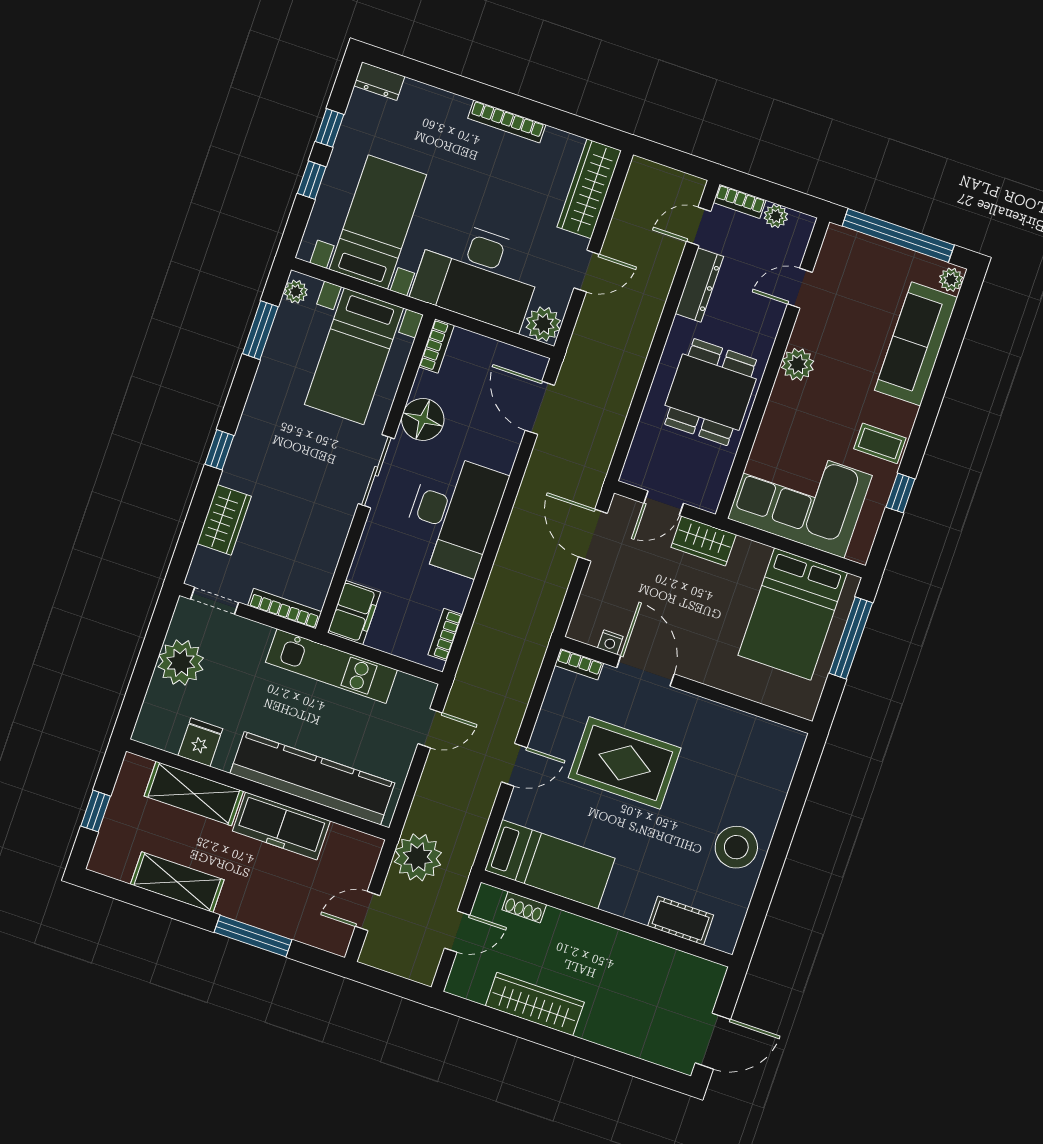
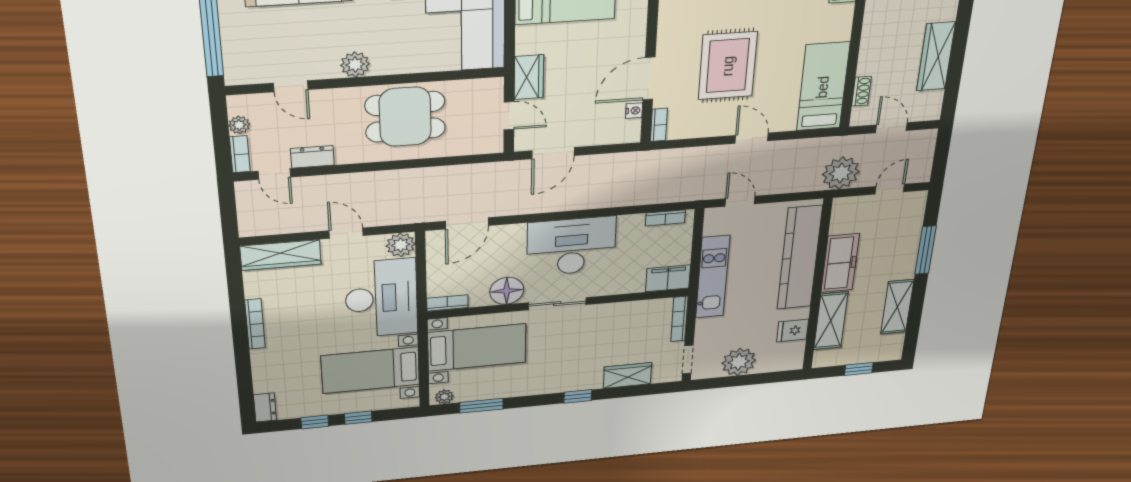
dresser: (699, 285) -> (312, 157), width x0.70
door: (368, 911) -> (890, 189), swing flipped

